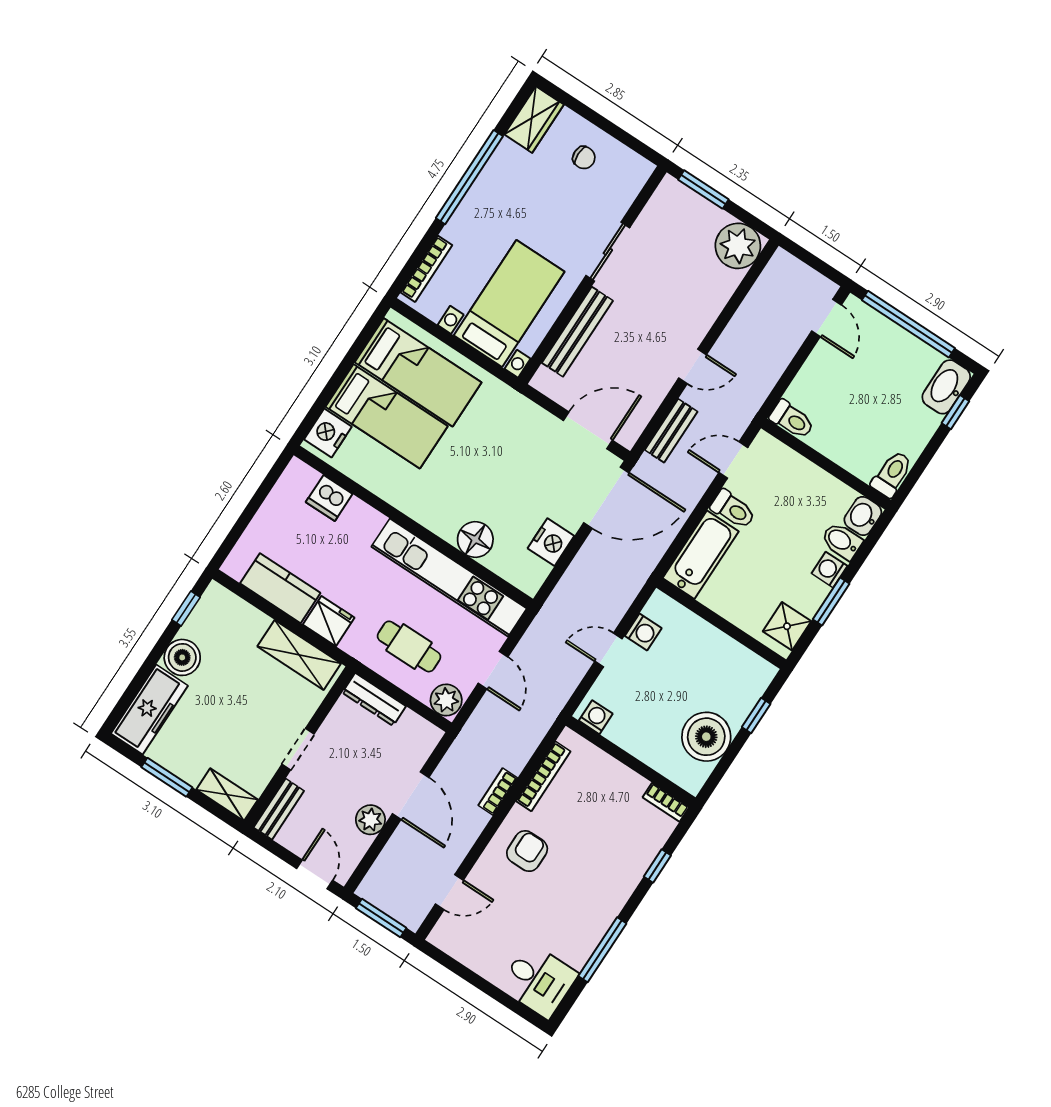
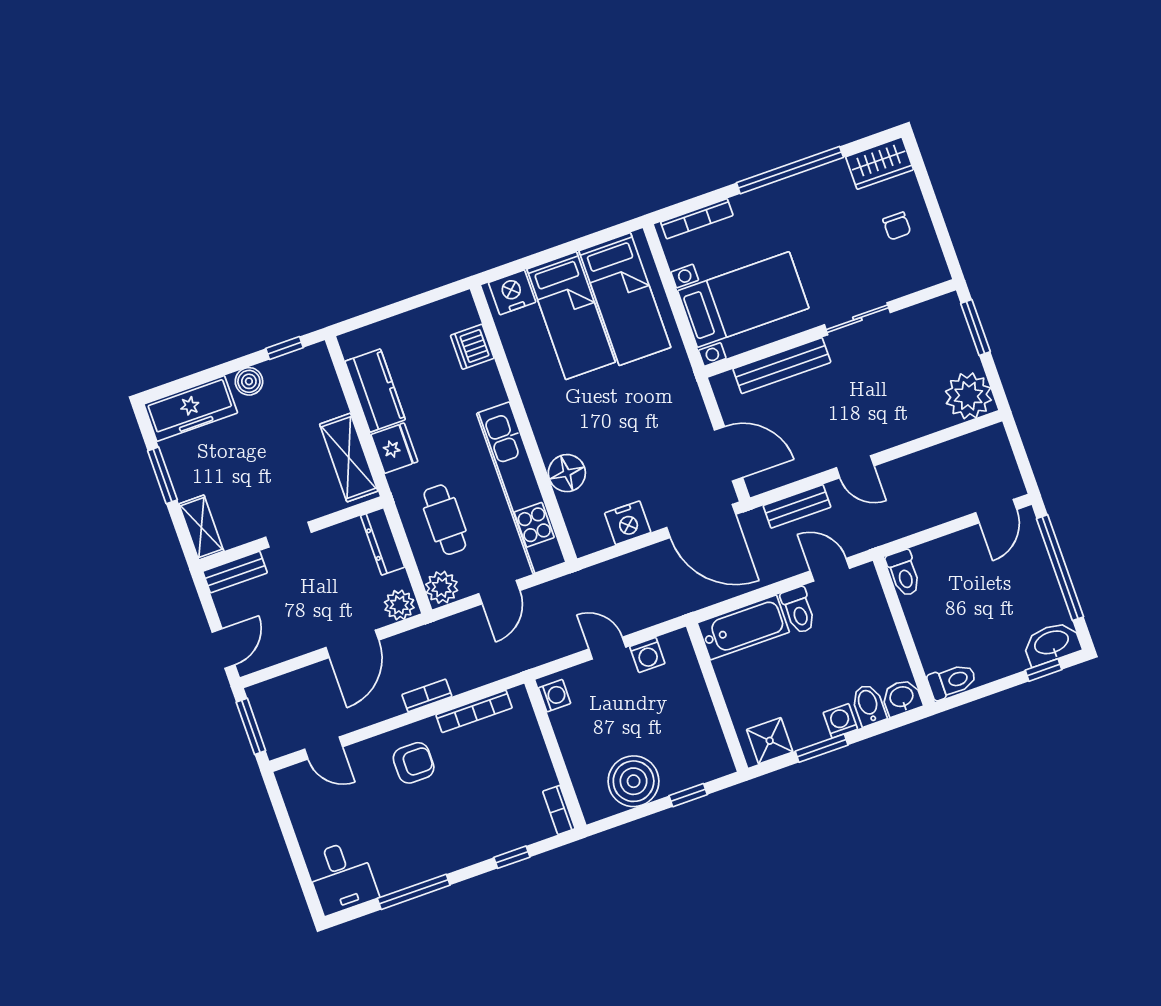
boiler: (182, 657) -> (249, 381), width x0.73, depth x0.73
plant: (370, 820) -> (399, 605), moved

